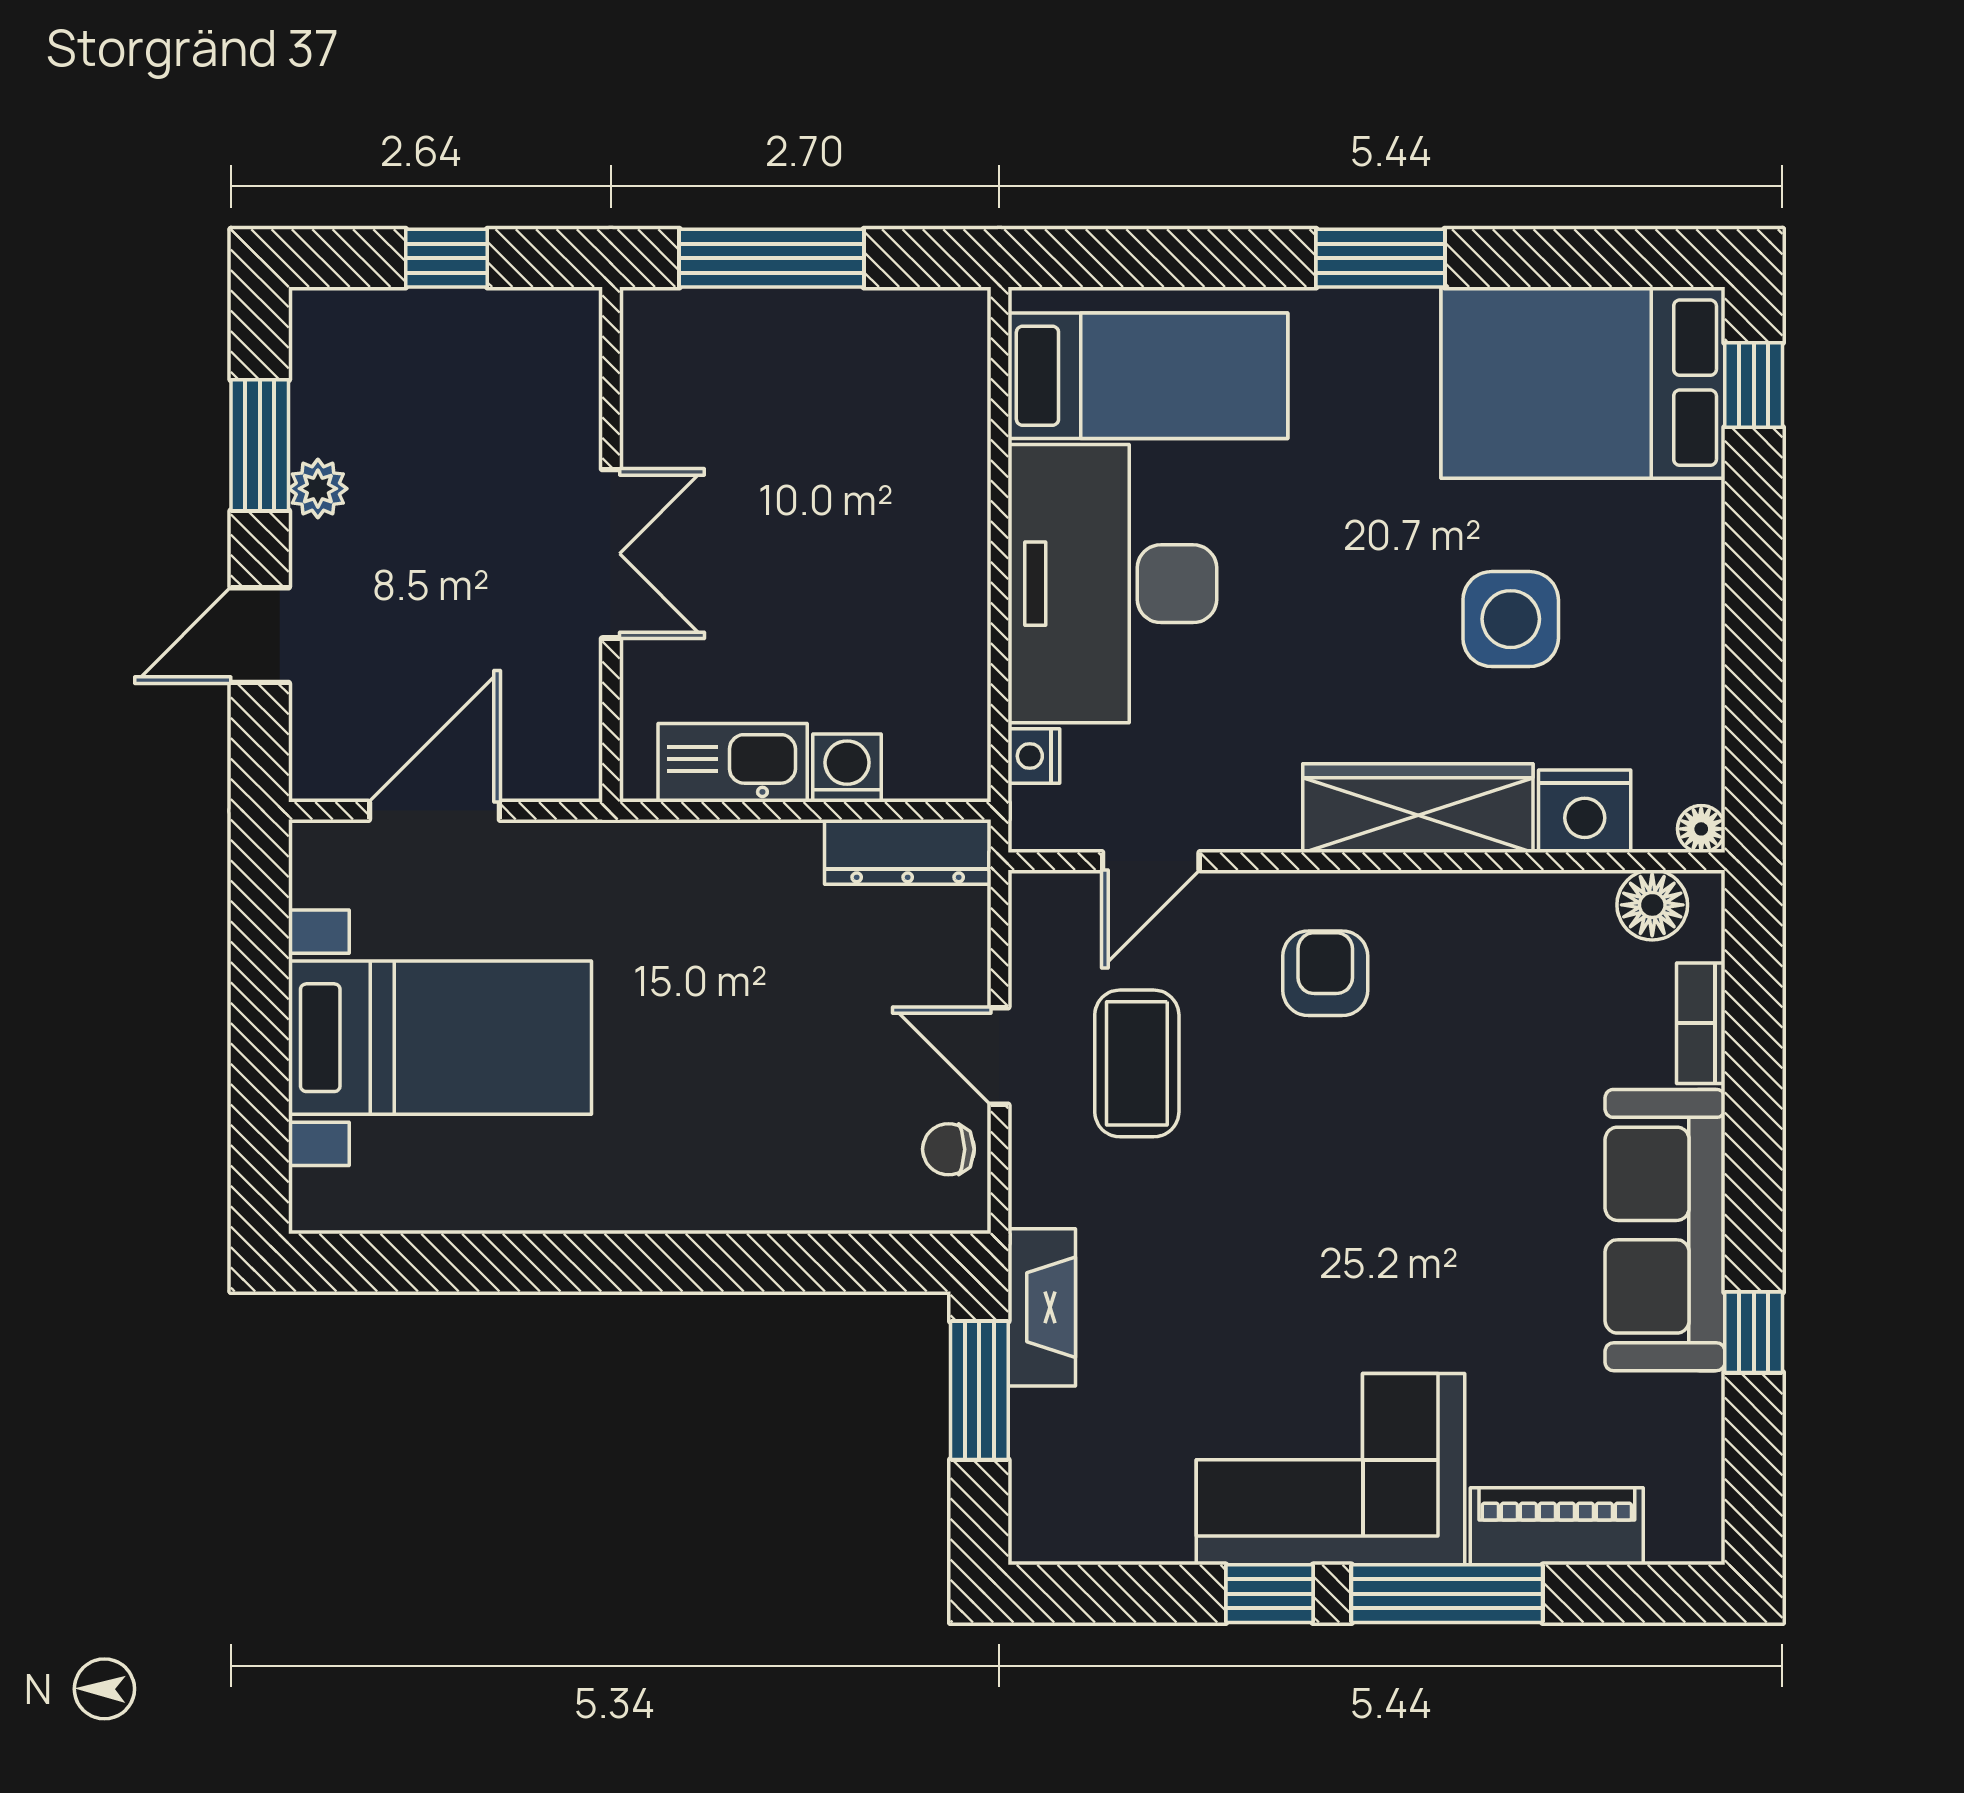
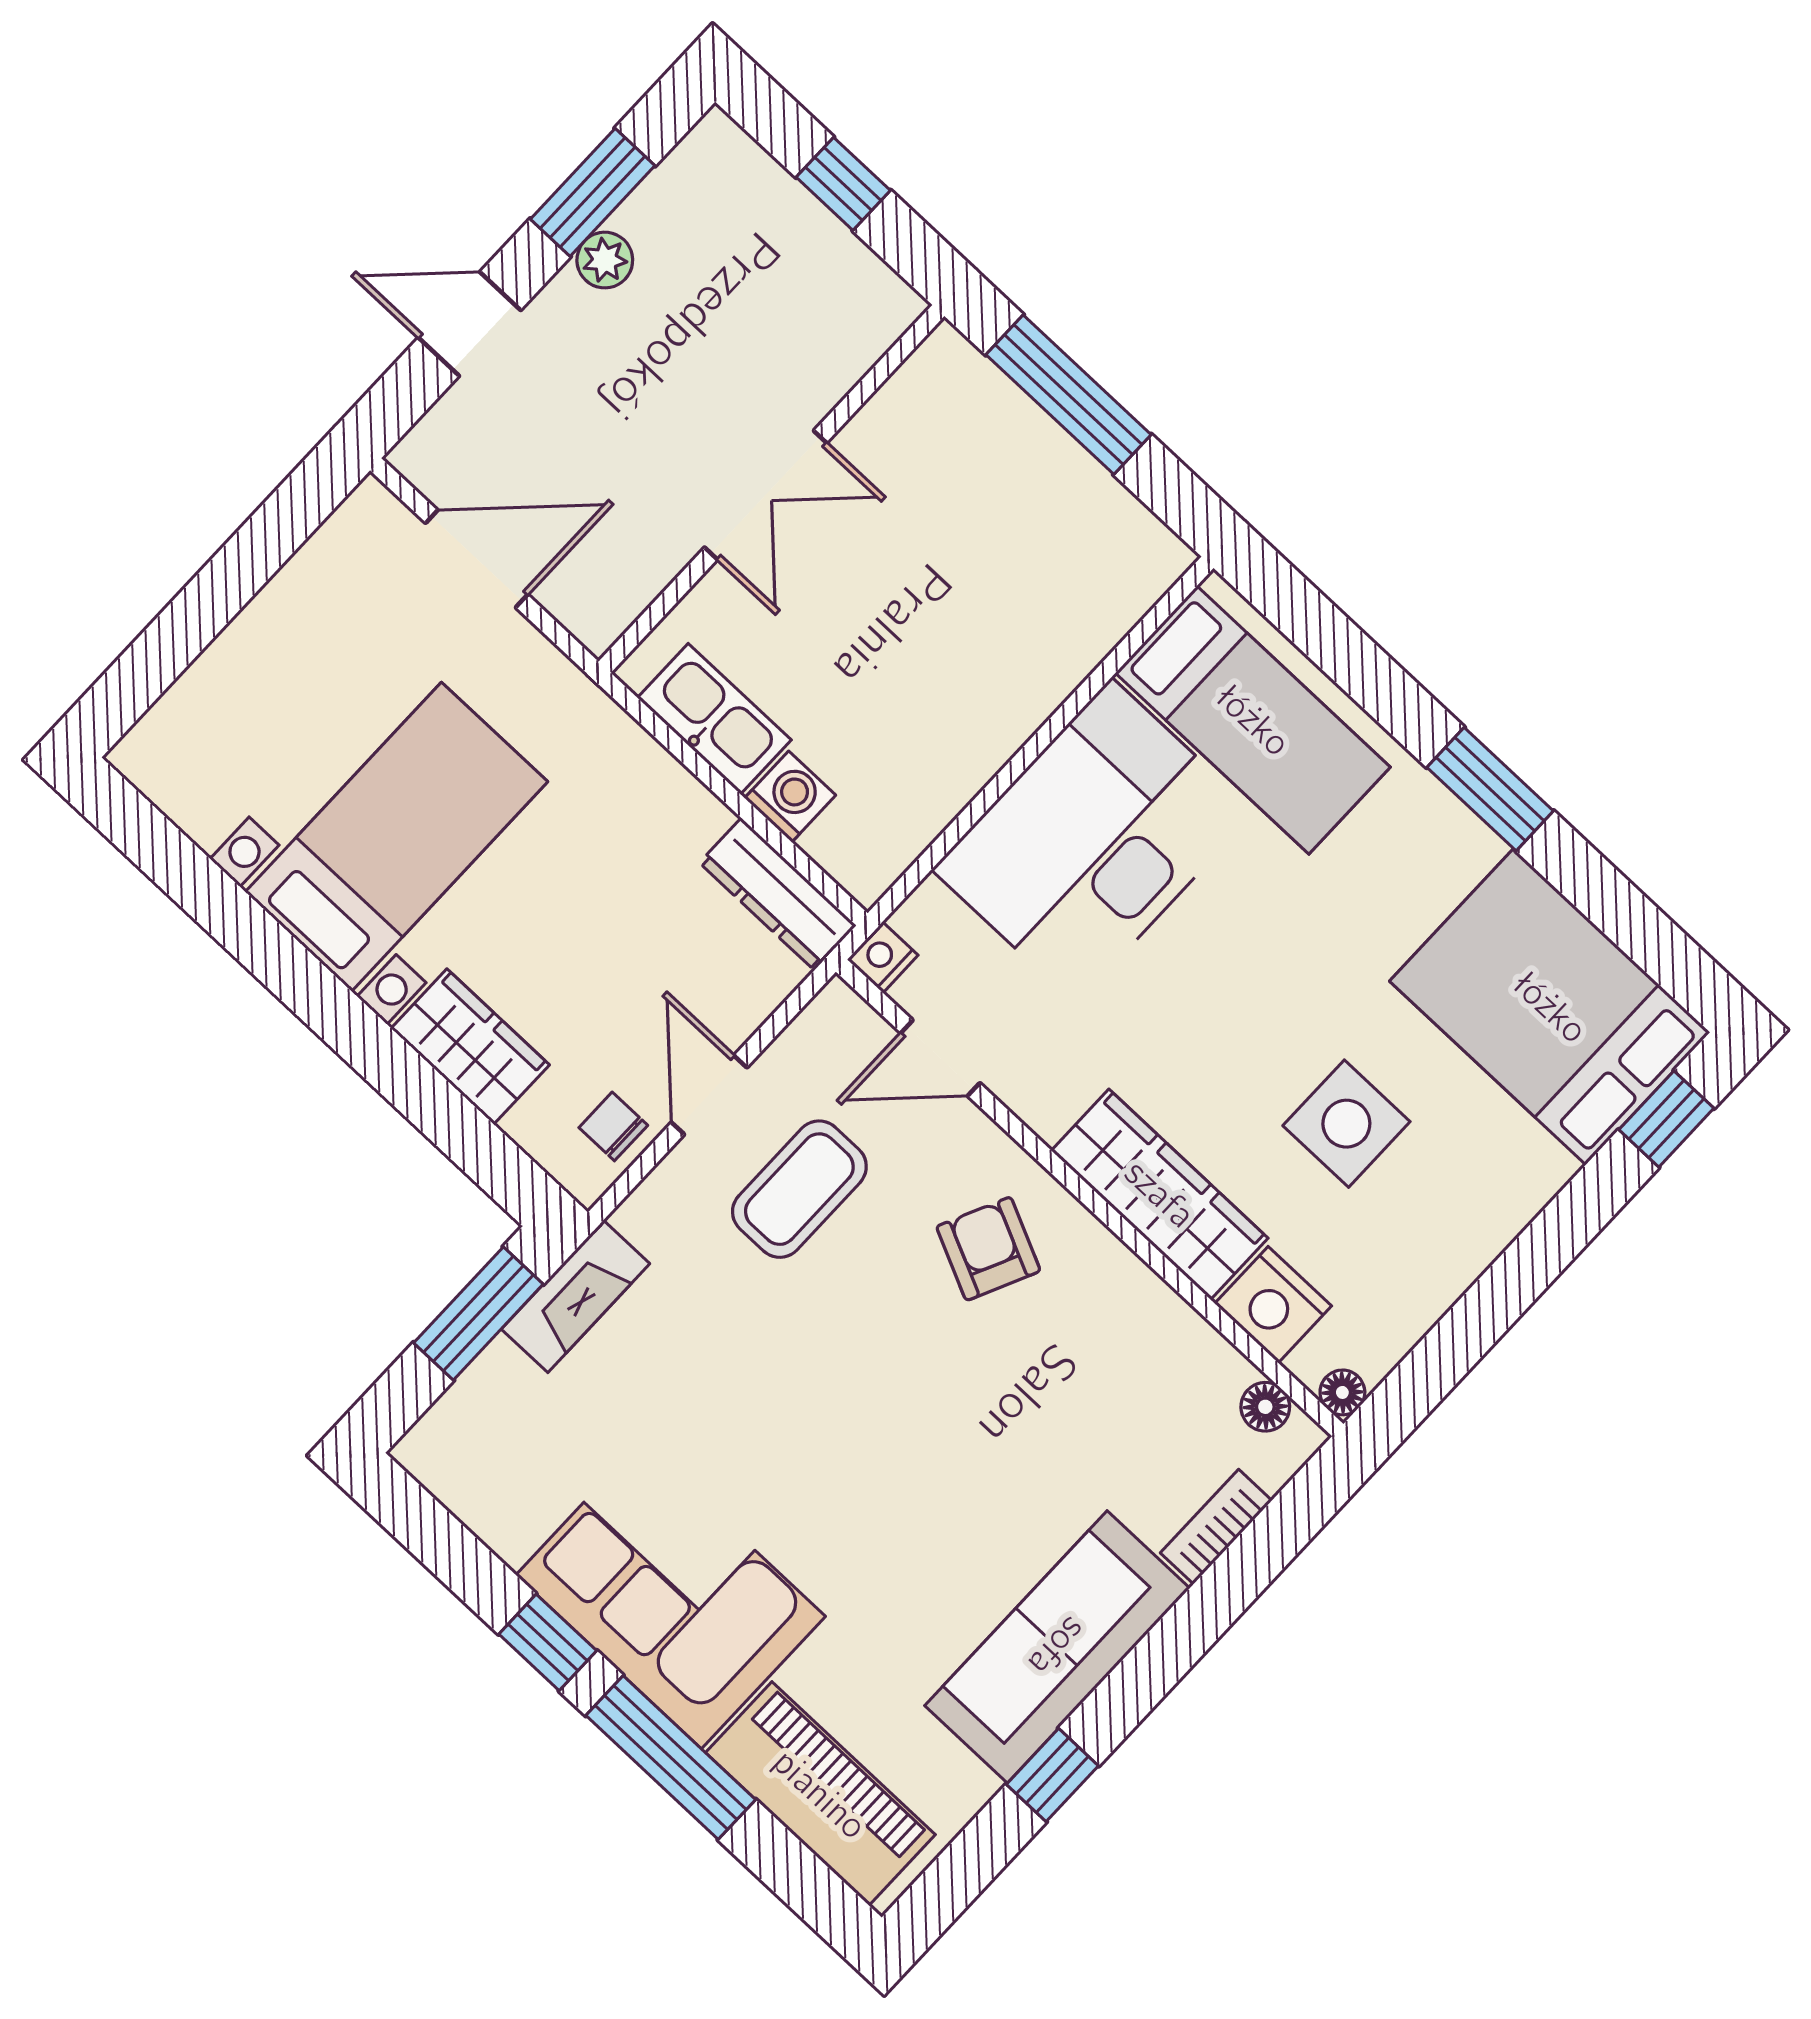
nightstand: (1034, 756) -> (883, 957), moved
floor lamp: (1652, 905) -> (1265, 1407), width x0.73, depth x0.73
armchair: (1325, 973) -> (988, 1249), turned -65
bed with nightstands: (440, 1038) -> (397, 837), moved, turned -90
wardrobe: (781, 1191) -> (470, 1047), added
piano: (1557, 1526) -> (820, 1794), width x1.37, depth x1.33

